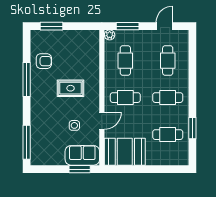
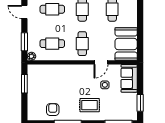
window: (52, 26) -> (24, 84), moved
rug: (71, 88) -> (90, 105), moved, turned 90
door: (102, 121) -> (101, 62), swing flipped
window: (80, 169) -> (140, 103), moved

